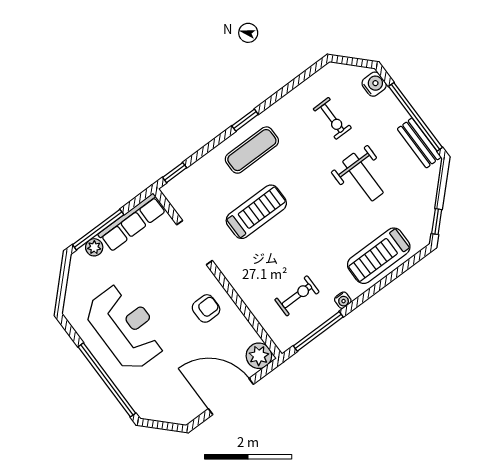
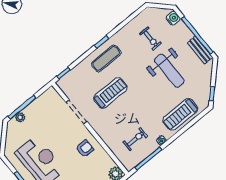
weight bench: (363, 177) -> (169, 71), width x1.36, depth x1.33
row of seats: (132, 222) -> (41, 102), removed

